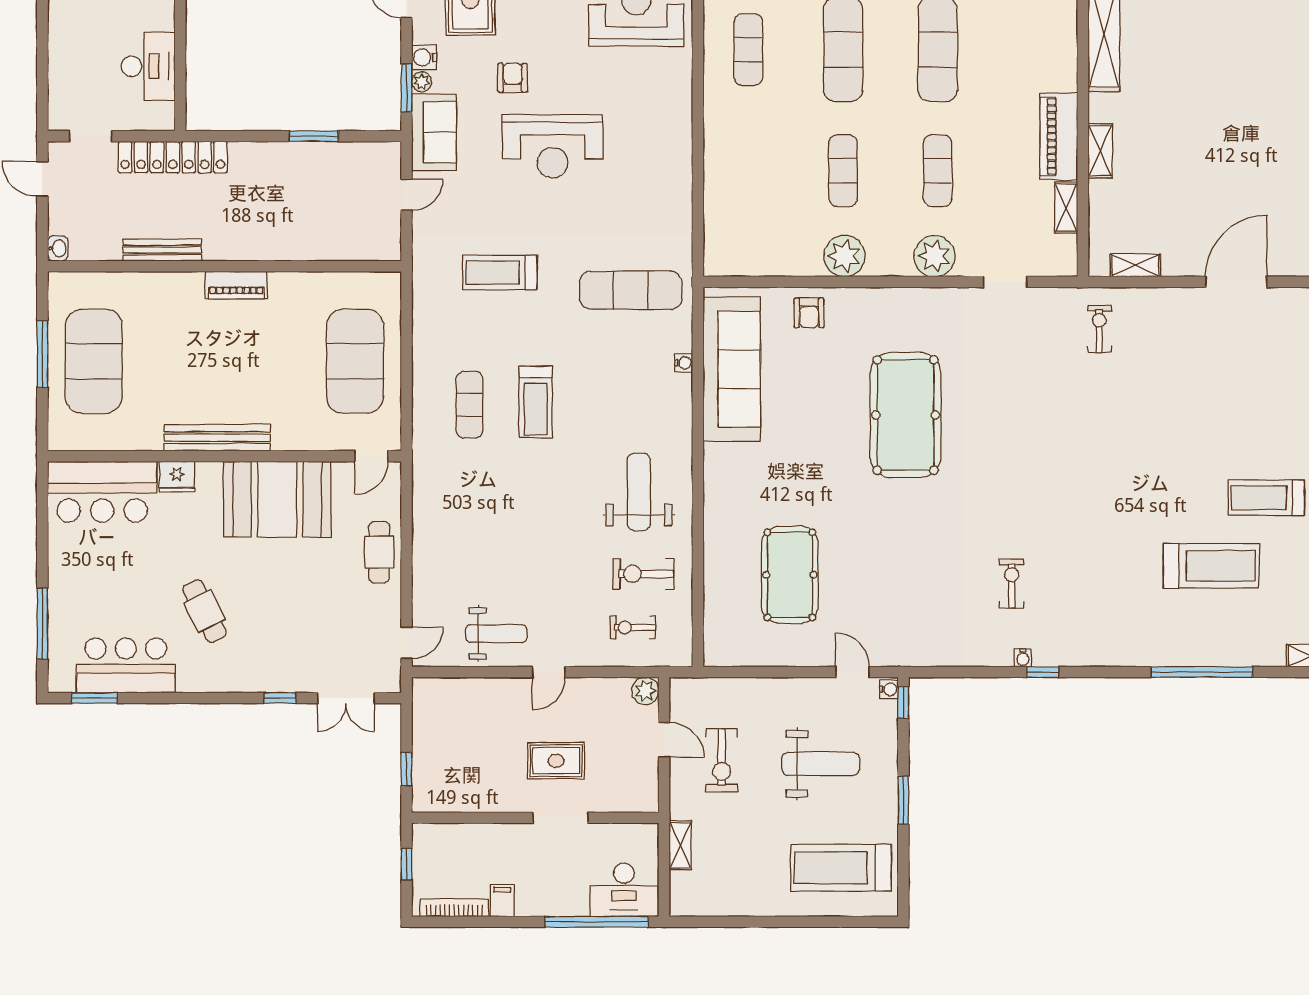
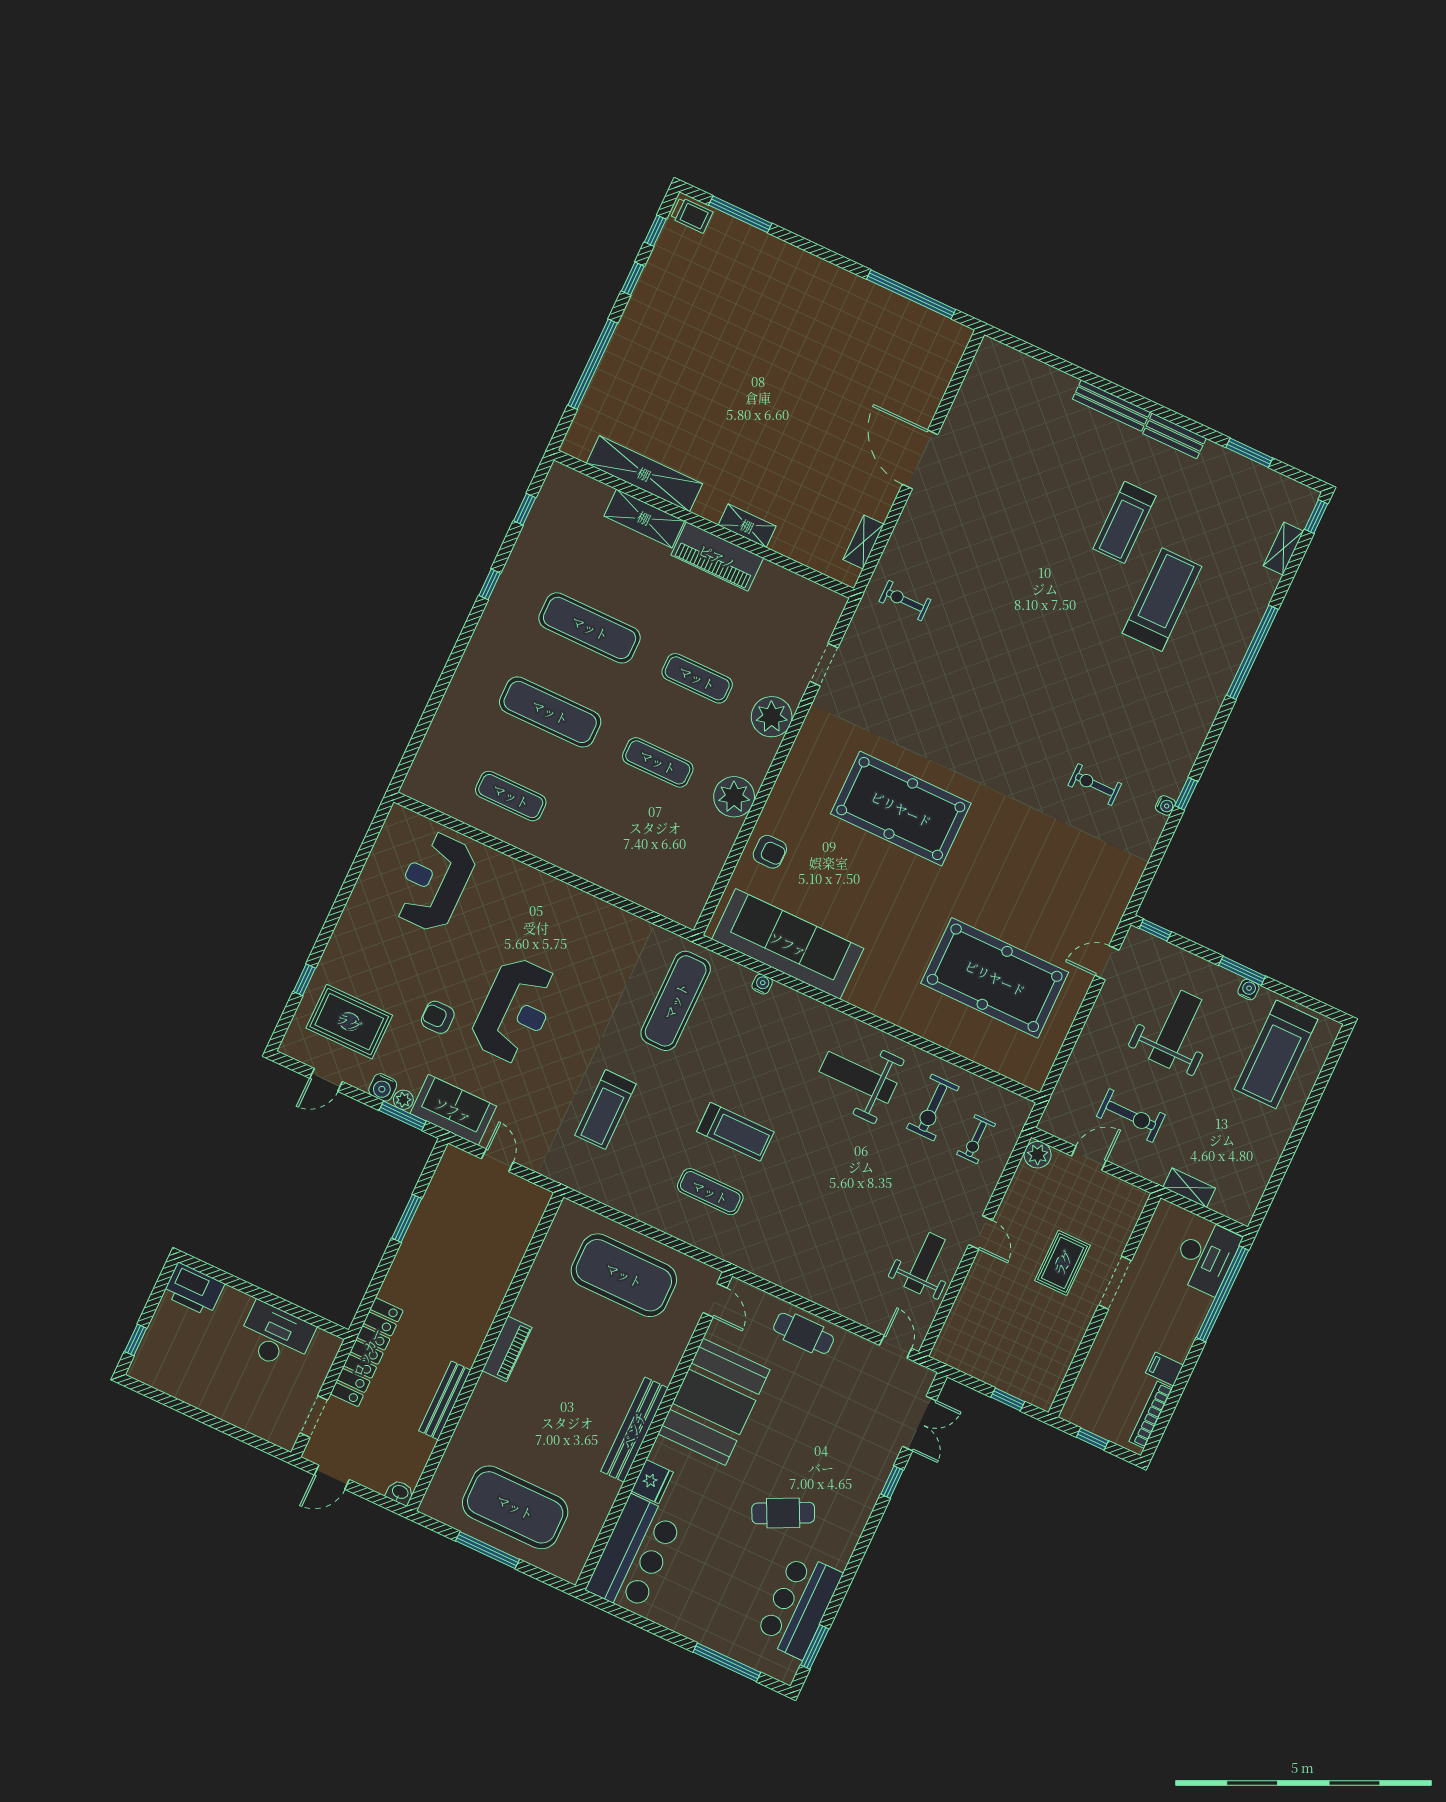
shelving: (1066, 208) -> (644, 518), moved, width x1.50, depth x1.33
pool table: (790, 575) -> (995, 978), width x1.36, depth x1.32
water cooler: (889, 689) -> (1248, 989), moved

